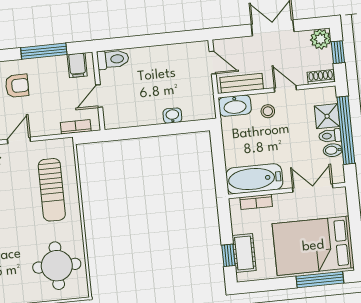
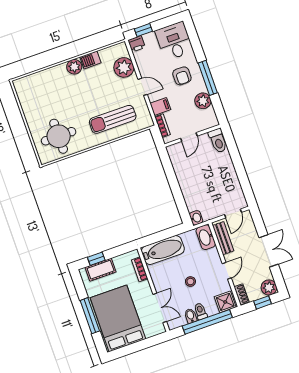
window: (44, 51) -> (208, 78), moved
filing cabinet: (77, 65) -> (160, 106), moved, turned 180
plant: (56, 66) -> (203, 101), added
door: (99, 96) -> (189, 137), swing flipped
stool: (268, 111) -> (190, 282), moved
washbasin: (172, 116) -> (196, 218), moved
shower: (327, 116) -> (225, 302), moved
bathtub: (254, 179) -> (163, 250), moved, turned 90
window: (320, 280) -> (90, 316), moved

